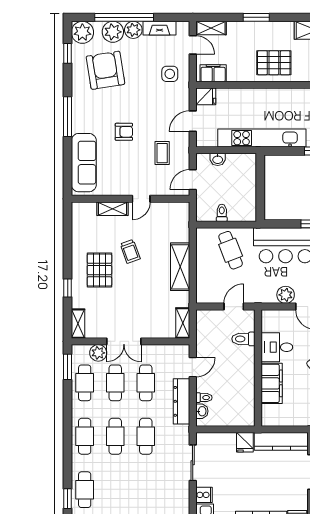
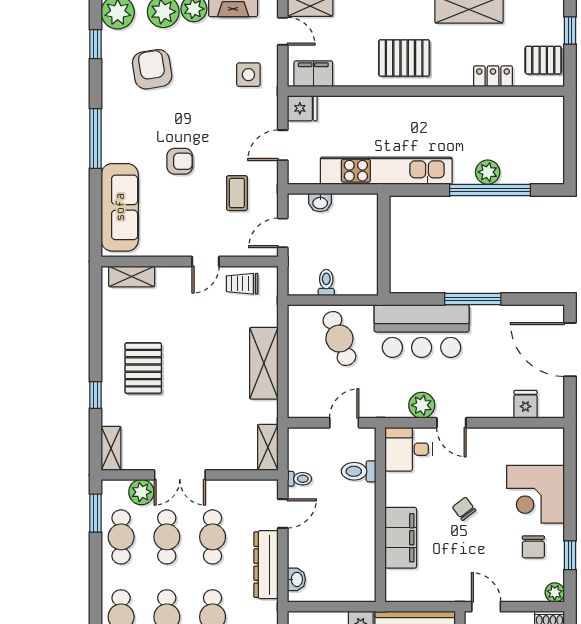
armchair: (105, 70) -> (152, 69), width x0.73, depth x0.73
shelving: (113, 209) -> (132, 276), moved
trolley: (130, 251) -> (242, 284), moved, turned 110
desk: (277, 347) -> (409, 449), moved
toilet: (204, 398) -> (299, 479), moved

